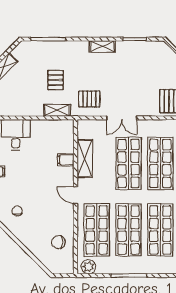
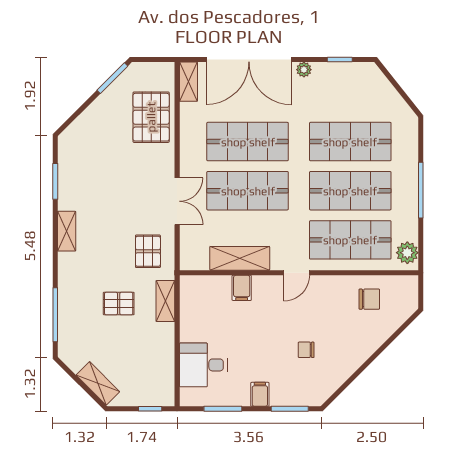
chair: (17, 211) -> (306, 350), moved
chair: (58, 242) -> (369, 299), turned -90

